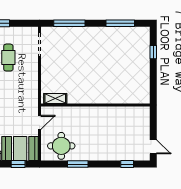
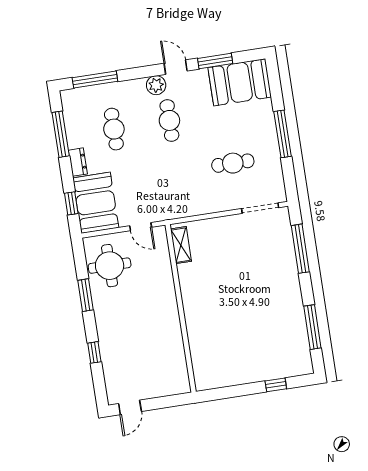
window: (127, 164) -> (94, 352), moved

